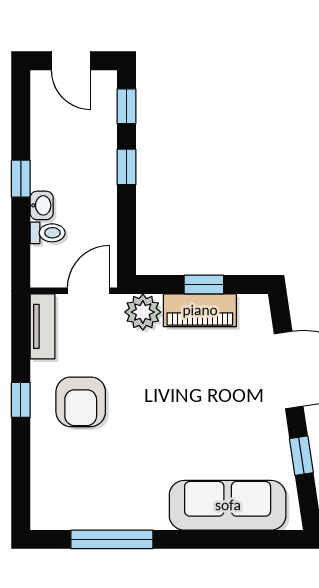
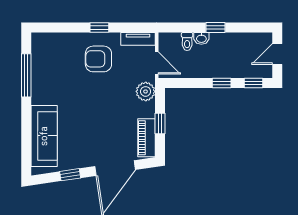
piano: (200, 310) -> (146, 138), moved

